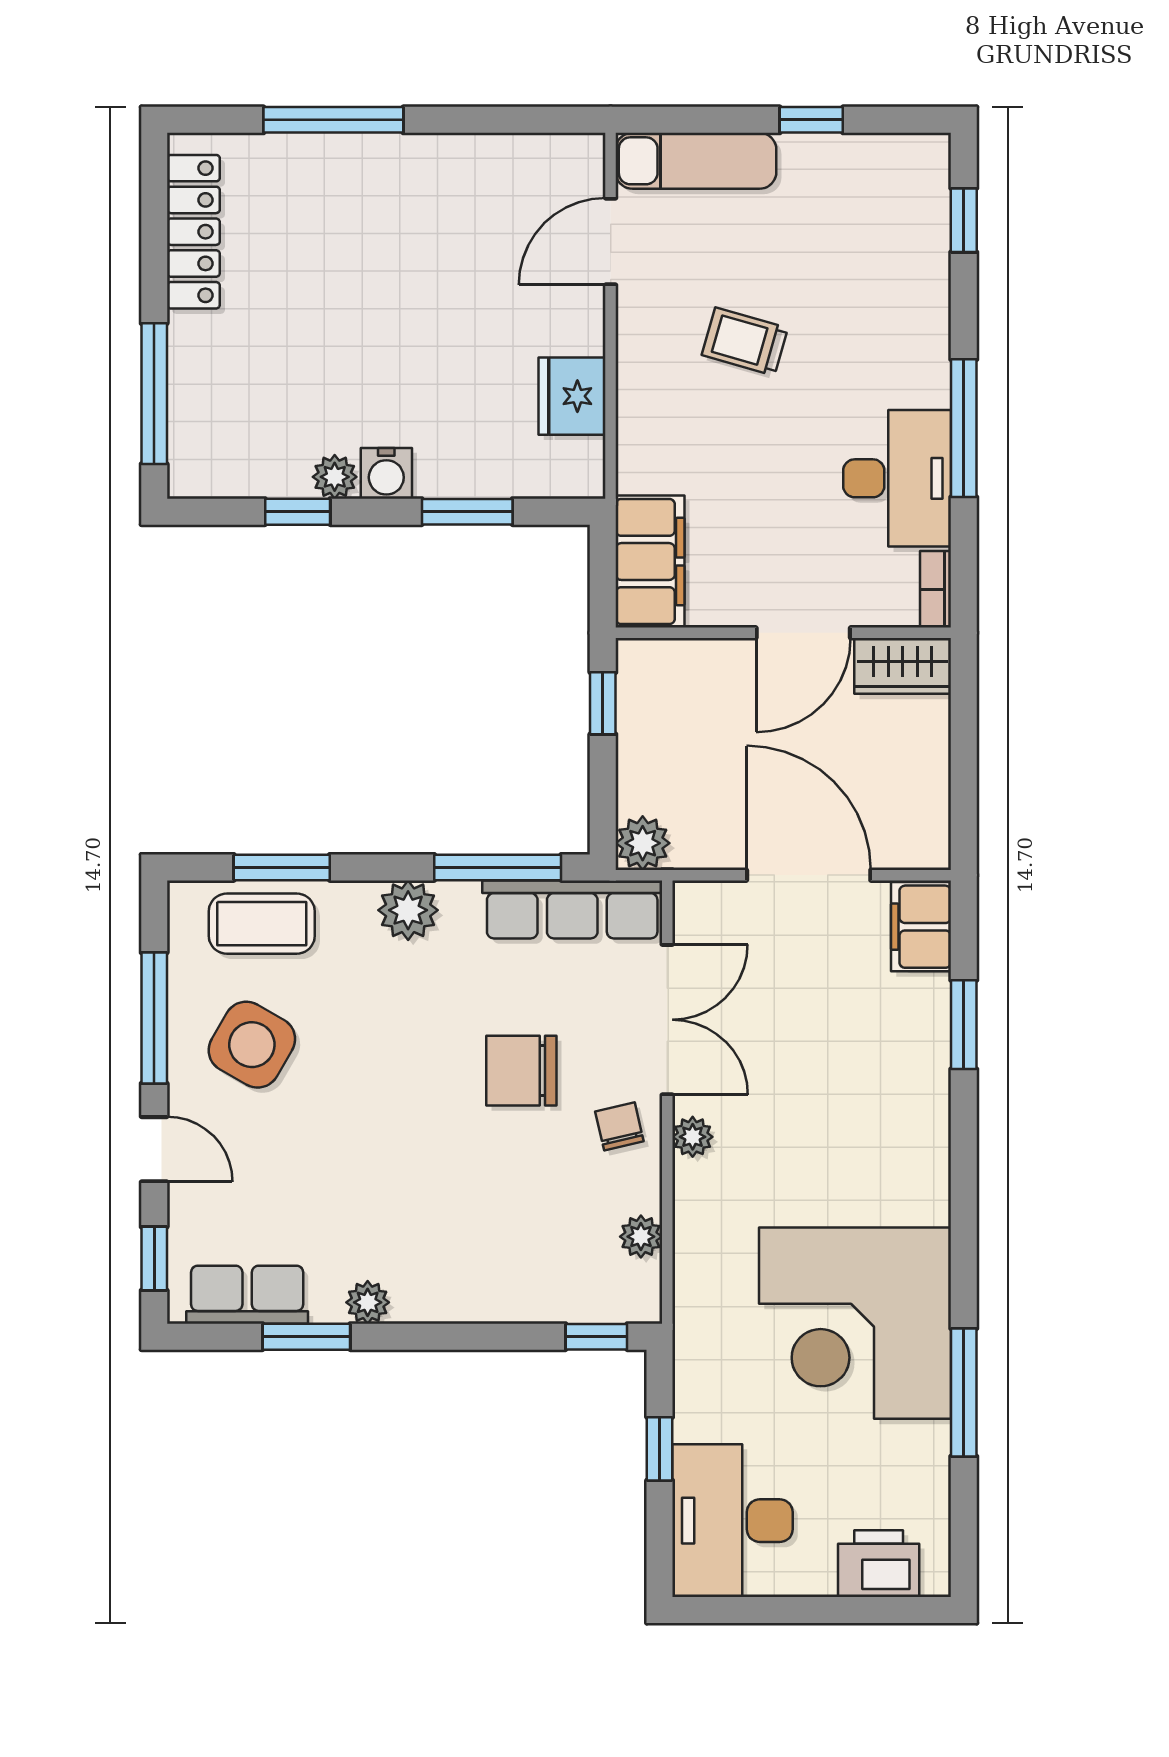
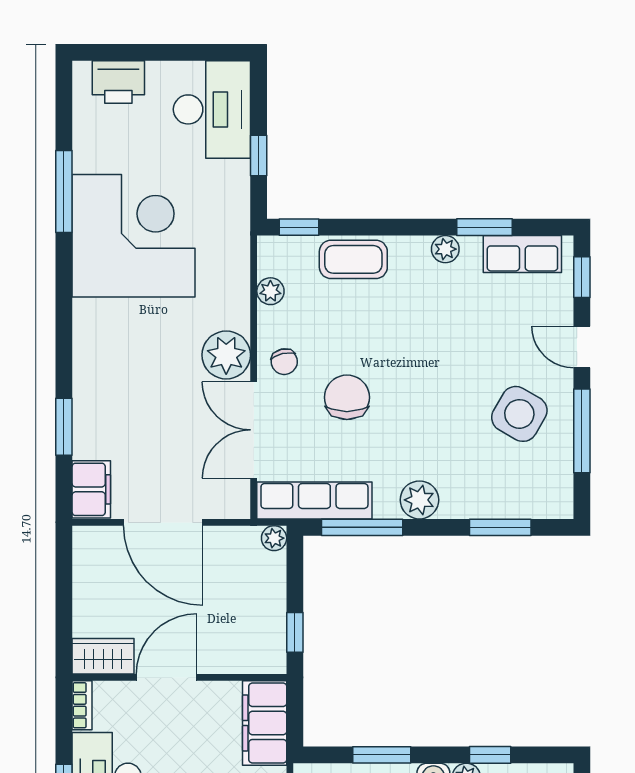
plant: (643, 843) -> (274, 538), width x0.73, depth x0.73
coffee table: (262, 924) -> (353, 259), moved
chair: (521, 1071) -> (347, 397), turned -90
plant: (693, 1137) -> (226, 355), width x1.88, depth x1.88

